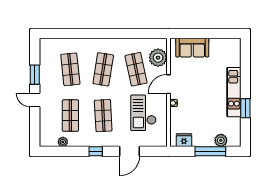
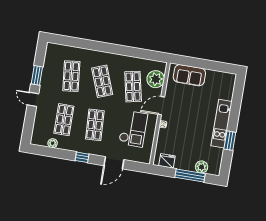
shop shelf: (103, 69) -> (102, 81), turned -30
checkout: (143, 113) -> (133, 129), turned 180

